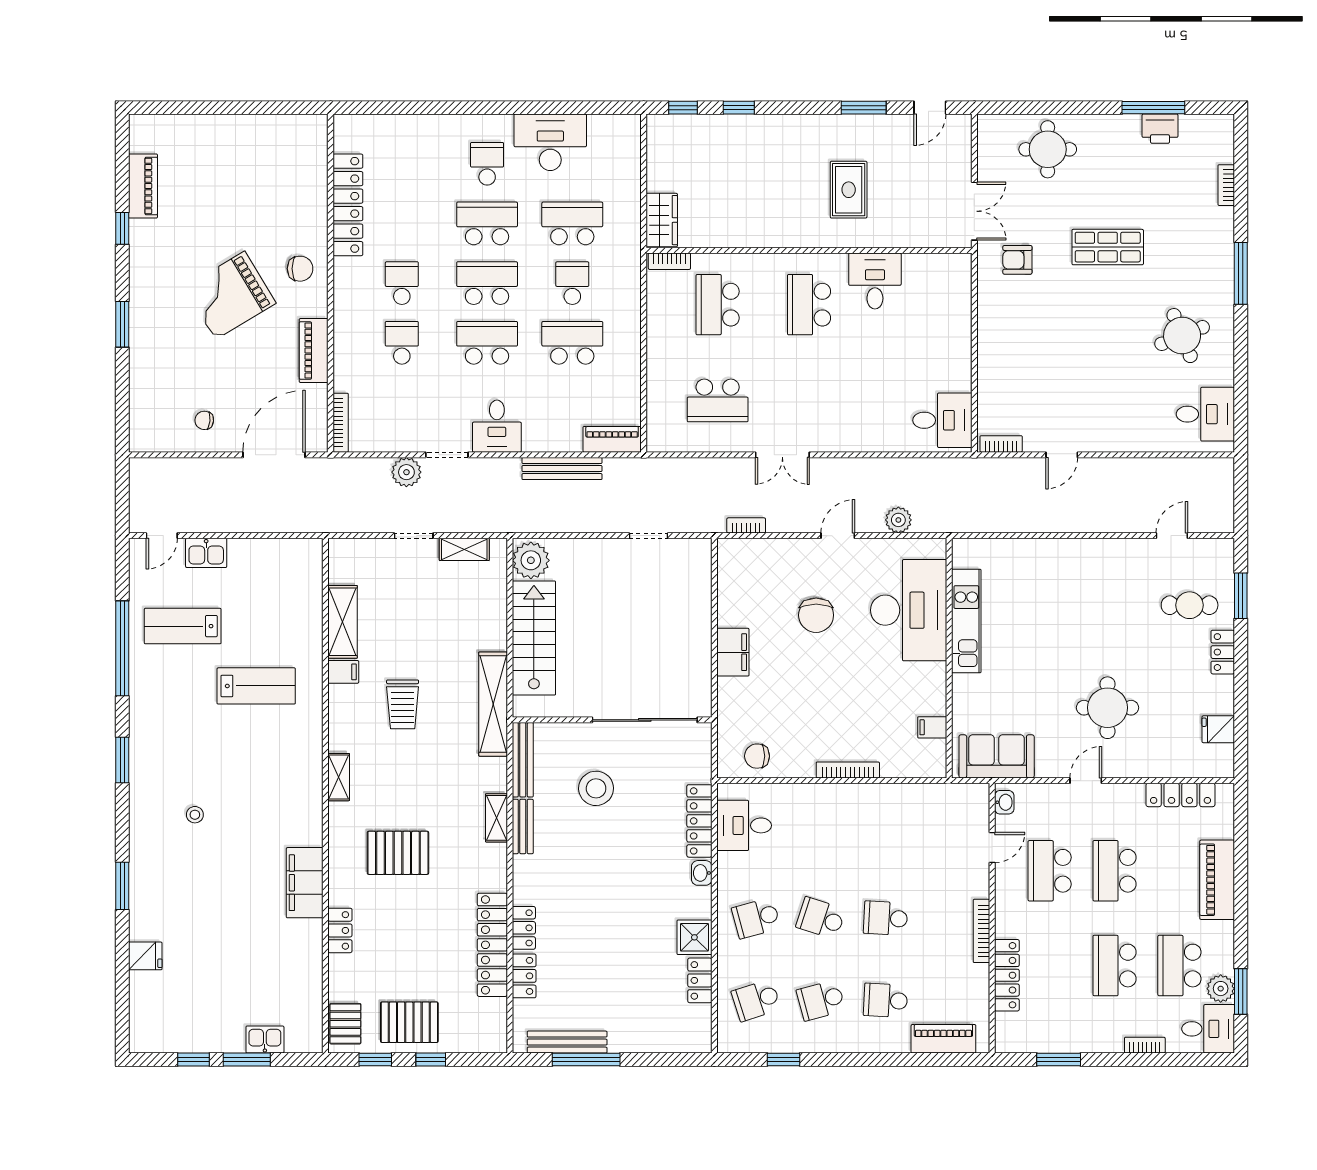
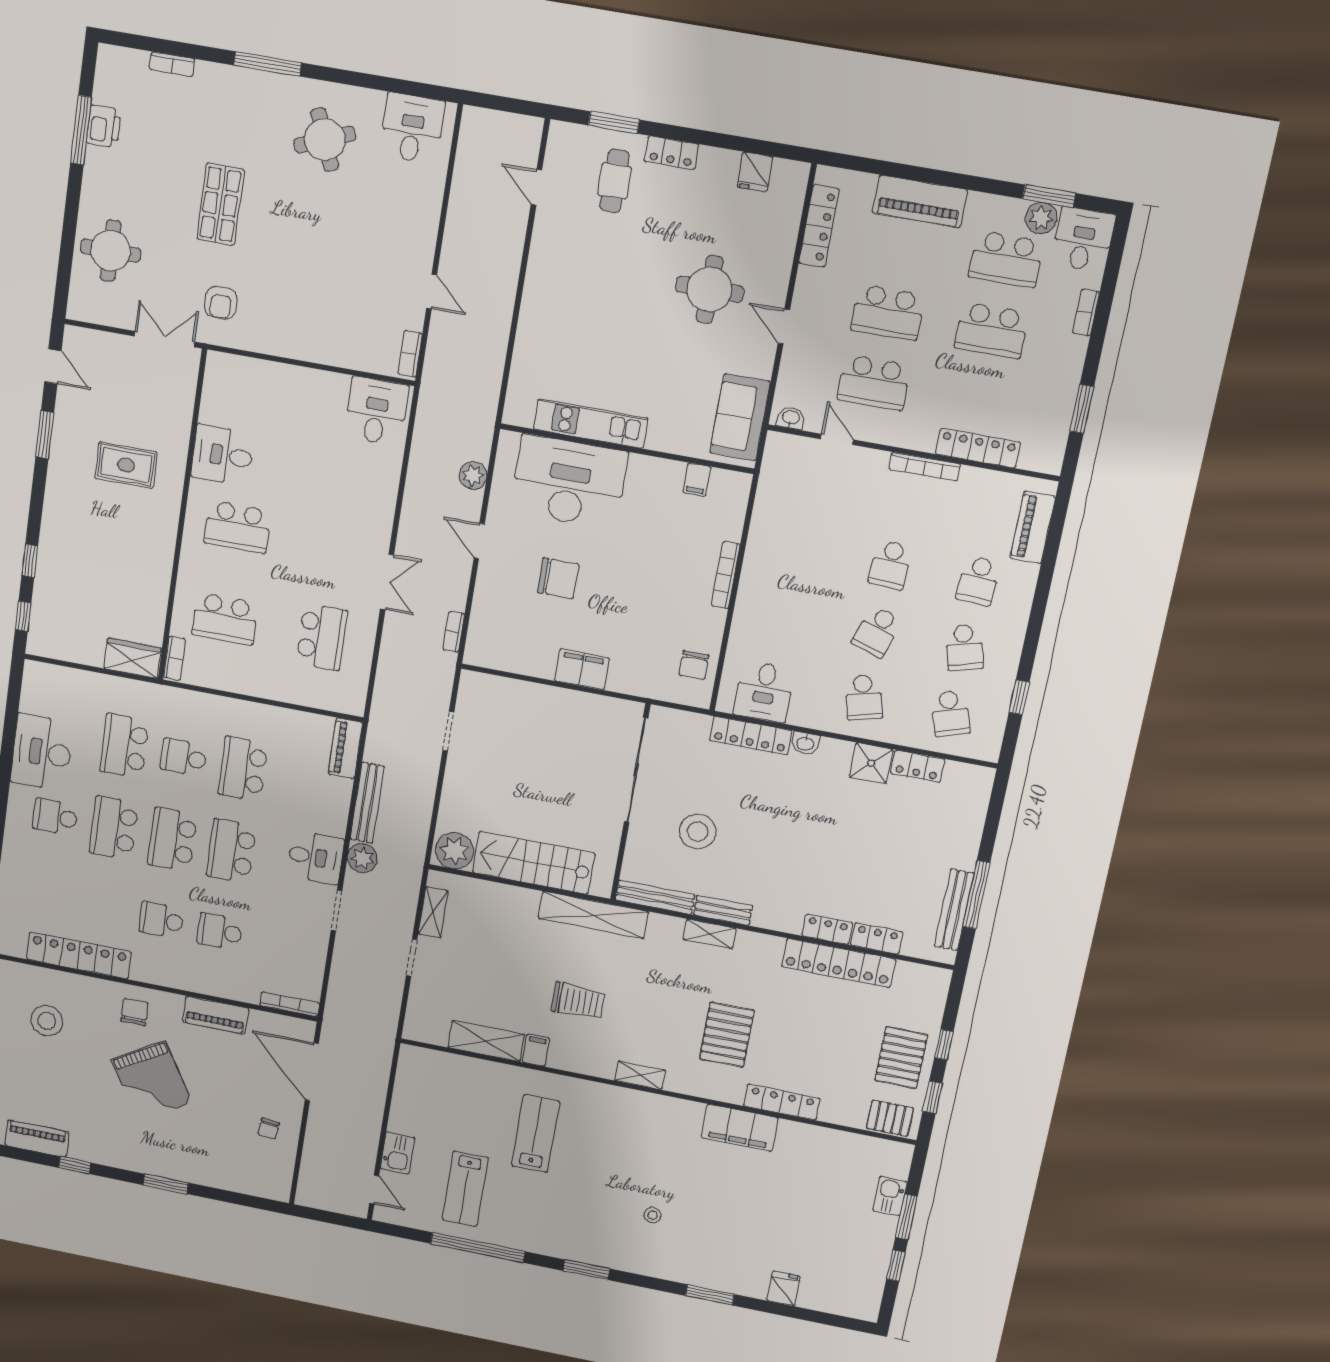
stool: (272, 181) -> (47, 1021), added
plant: (406, 472) -> (362, 858), moved
locker: (340, 930) -> (782, 1102), width x1.53

